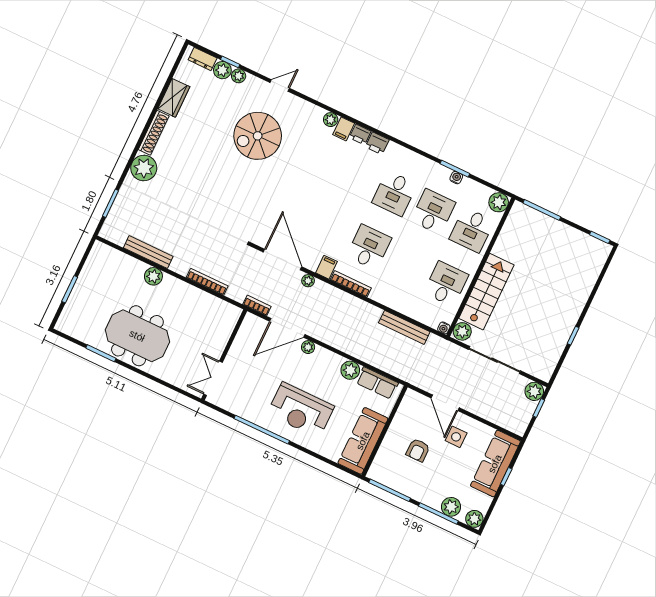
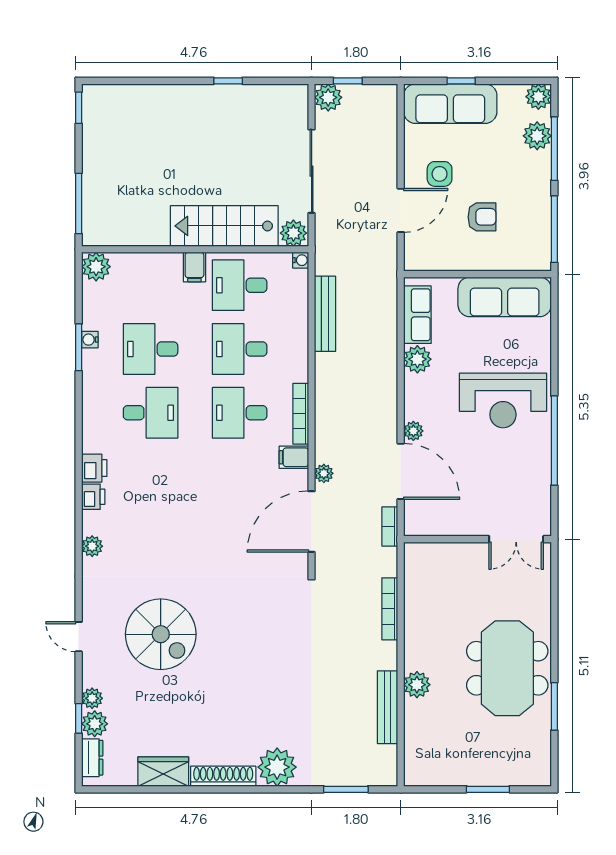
filing cabinet: (344, 129) -> (194, 267), moved, turned 90
desk: (472, 230) -> (240, 349), moved, turned 180
reception desk: (301, 410) -> (503, 400), turned 90

